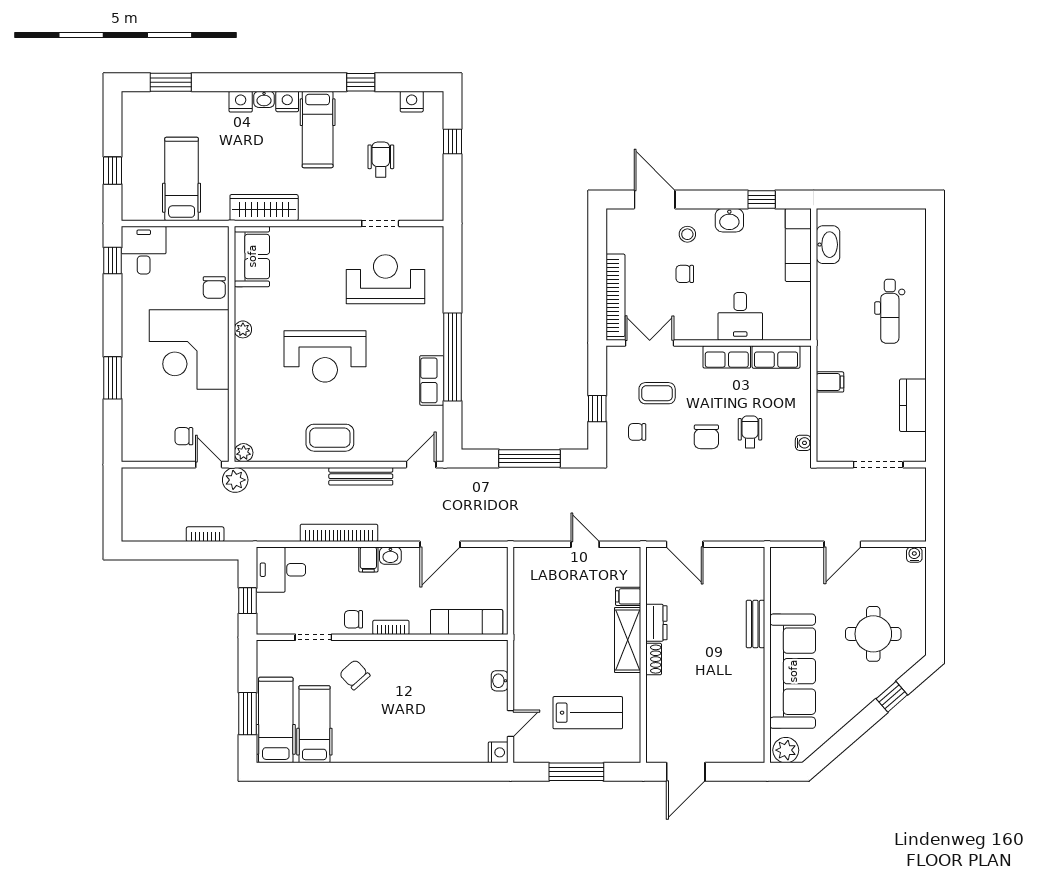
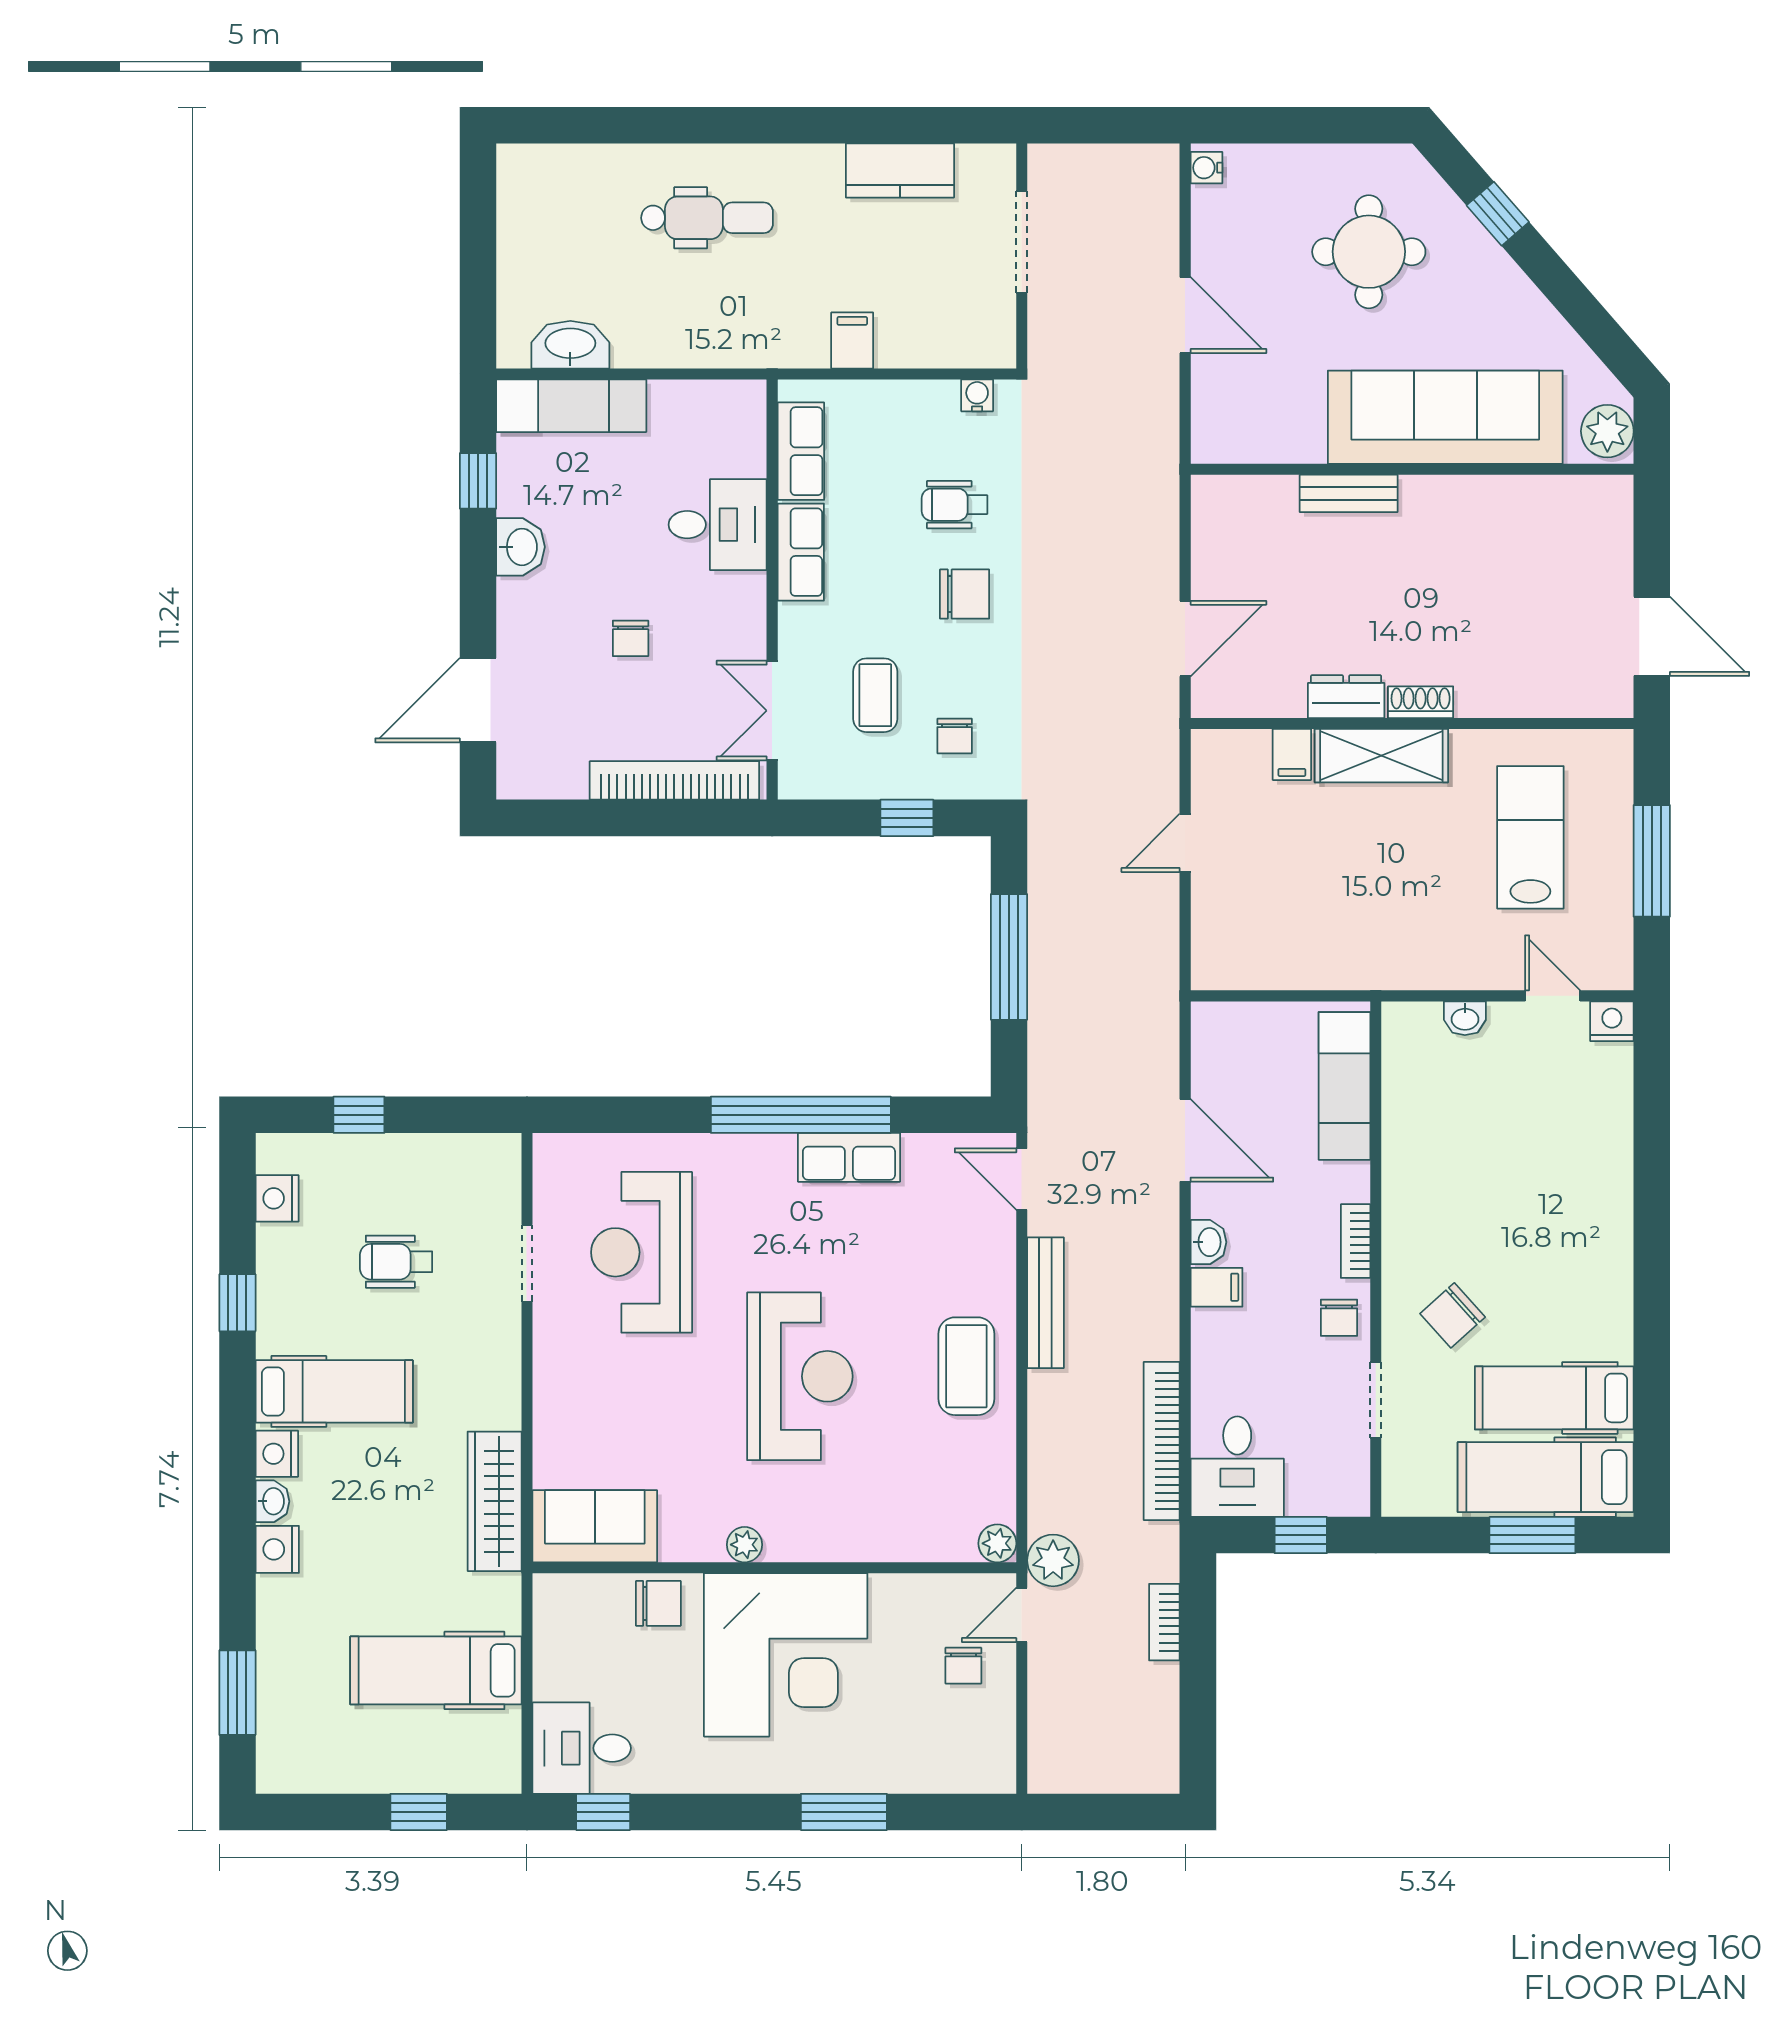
stool: (687, 234) -> (549, 633), removed
bookcase: (339, 533) -> (1162, 1441), moved

